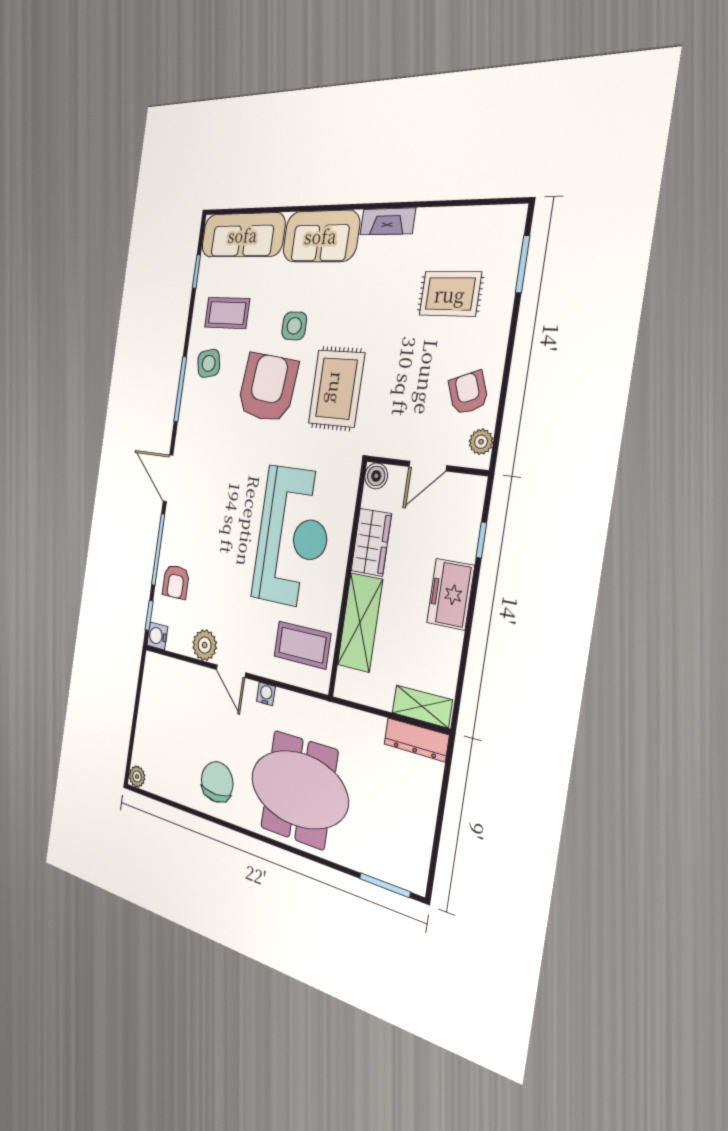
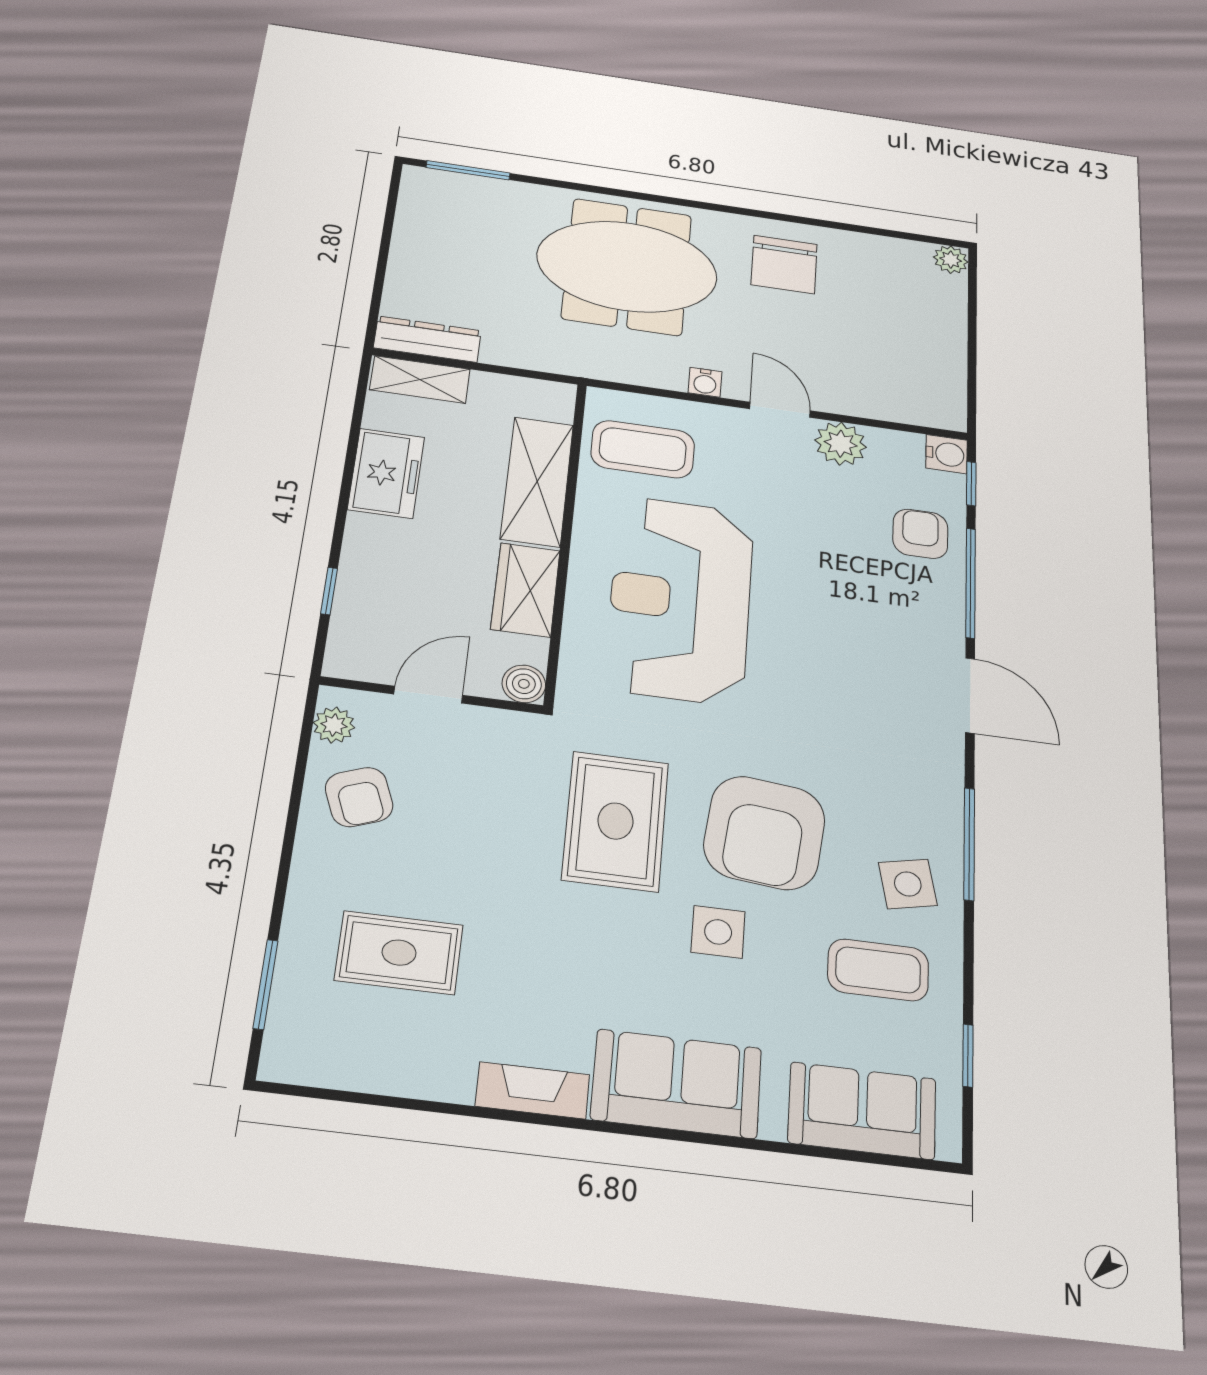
sofa: (243, 235) -> (862, 1111), width x0.73
freezer: (451, 594) -> (386, 473), moved

